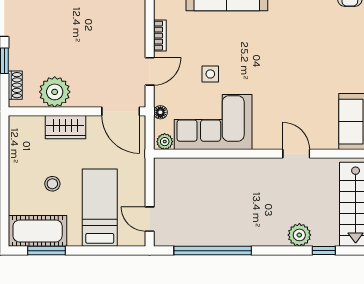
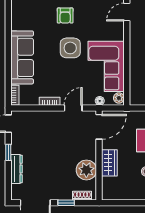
armchair: (291, 59) -> (65, 16), added
door: (150, 71) -> (73, 108), hinge flipped
side table: (210, 74) -> (70, 48), moved, width x1.87, depth x1.87

